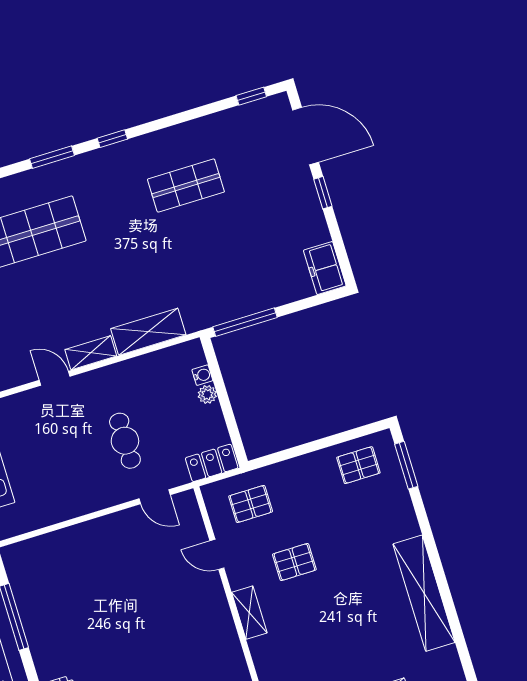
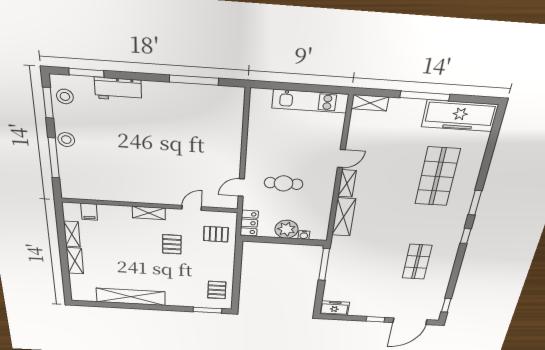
plant: (207, 394) -> (286, 229), width x1.88, depth x1.88
pallet: (251, 504) -> (216, 234), turned 90

